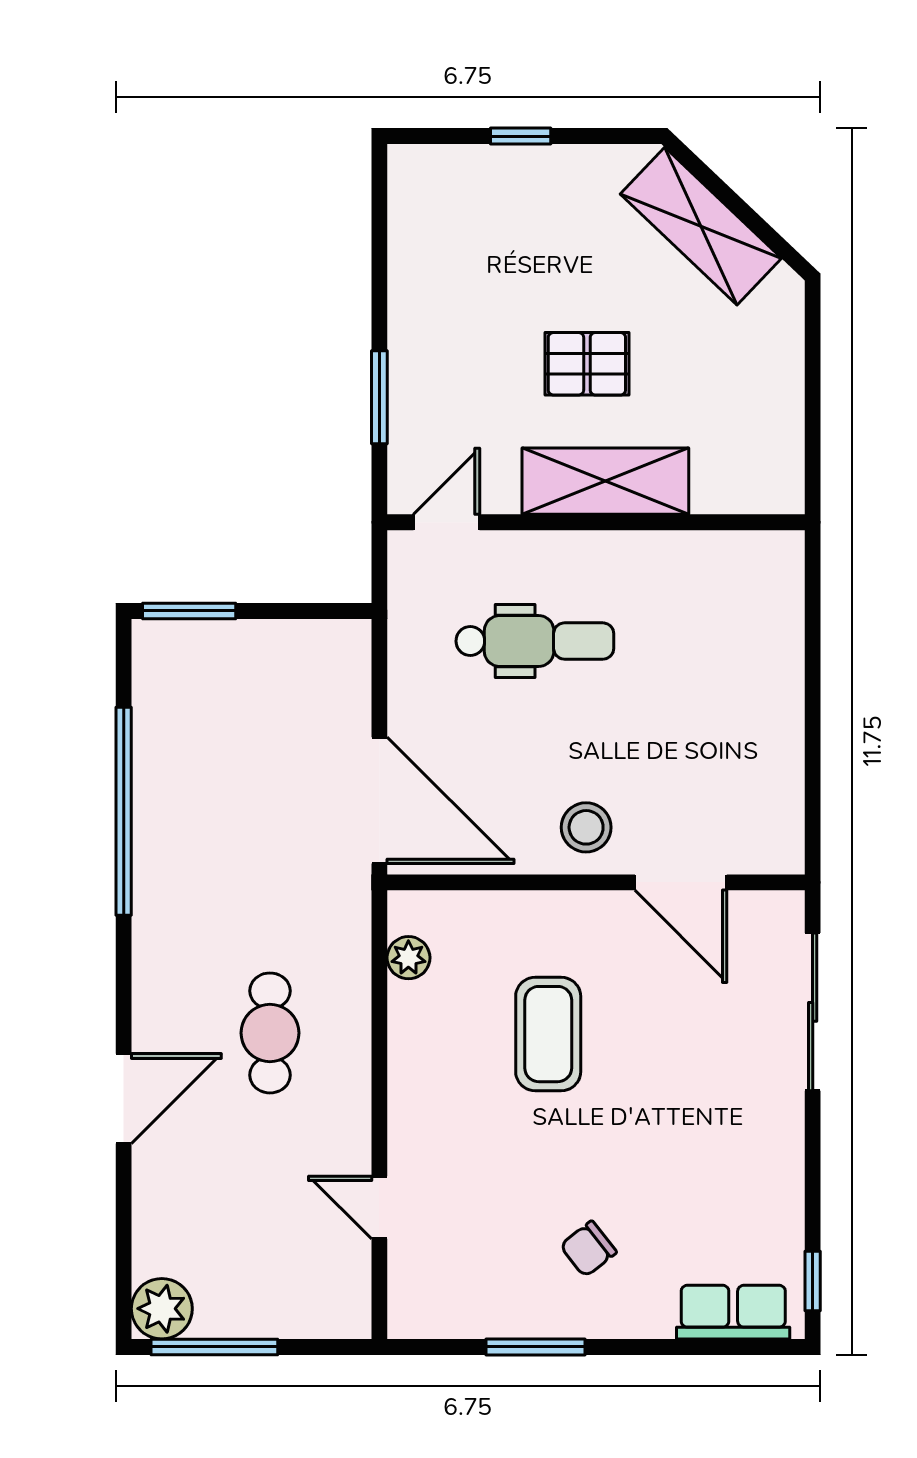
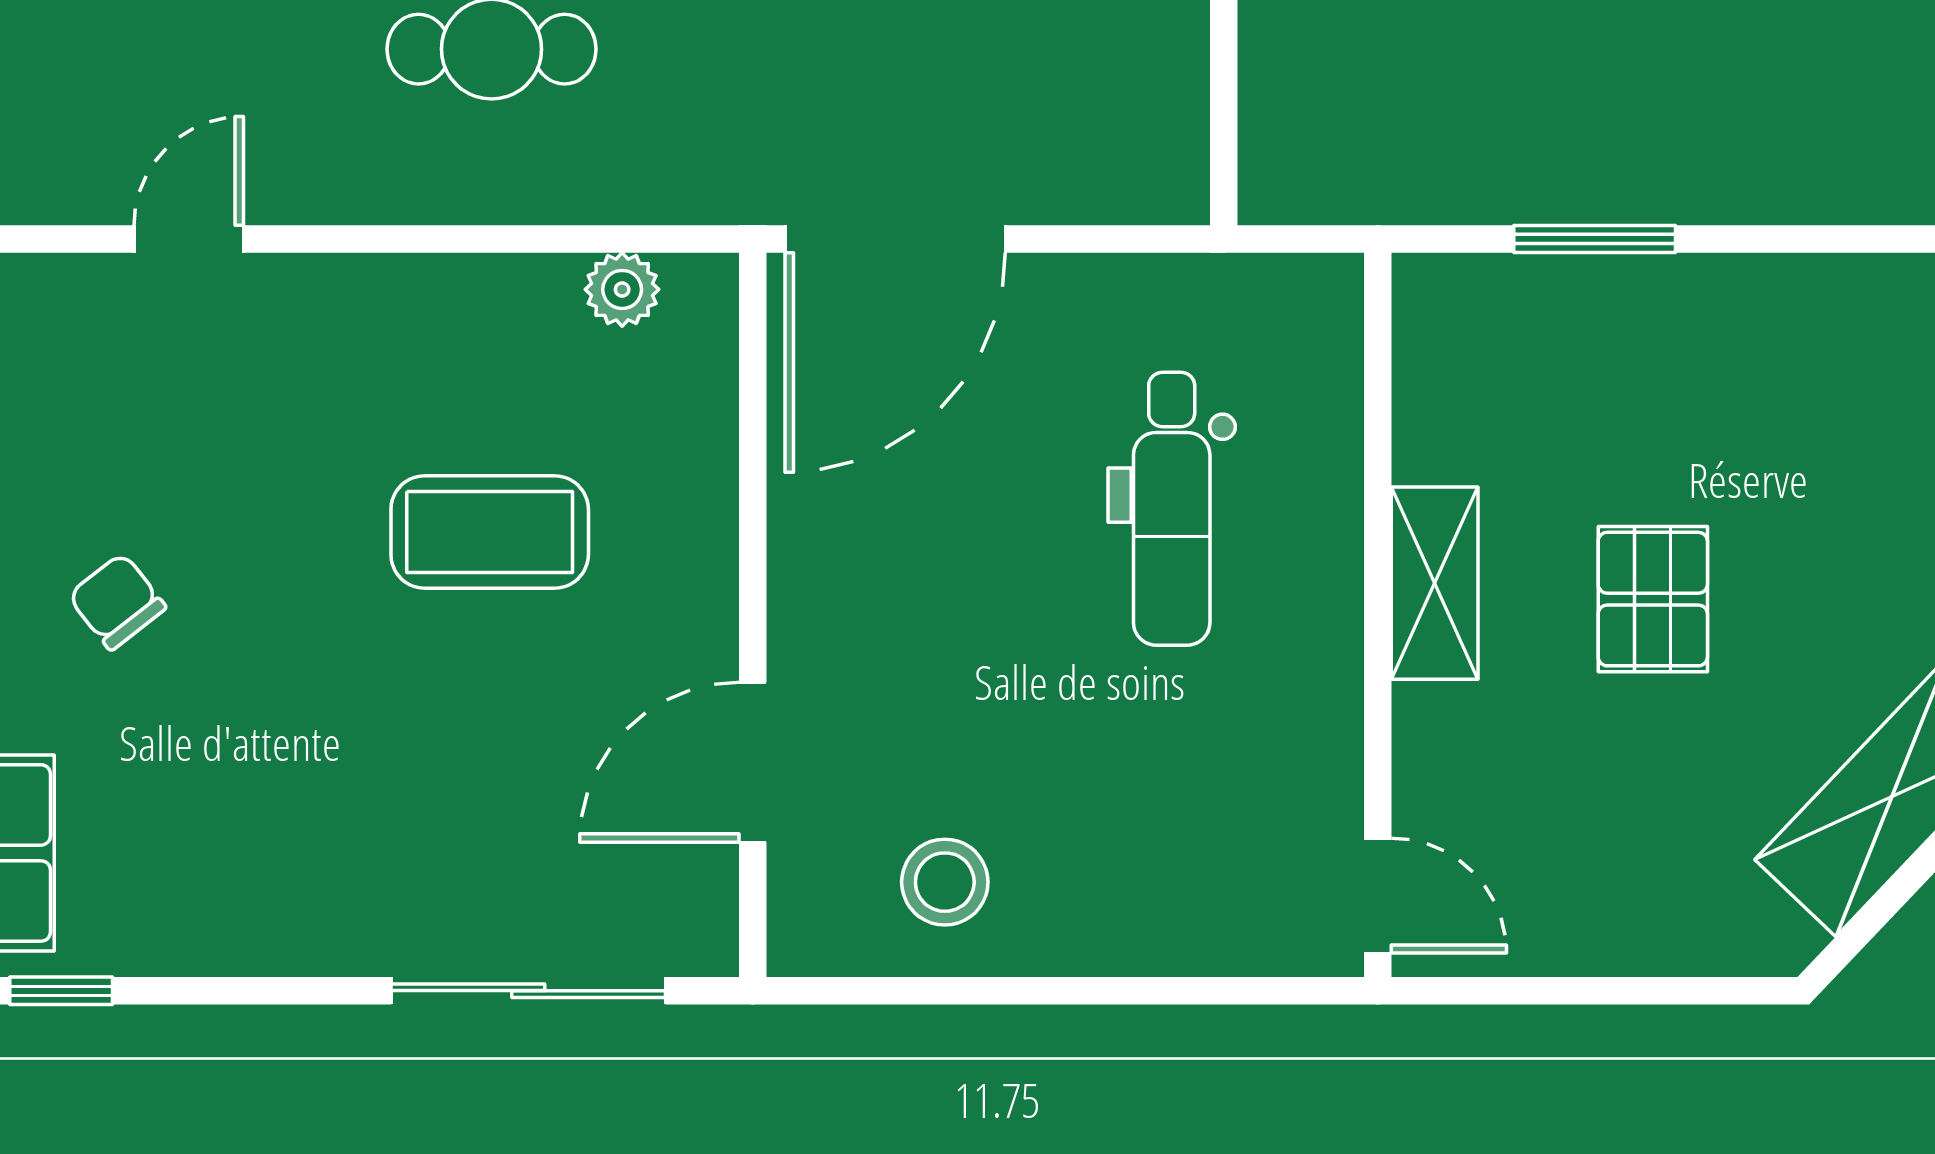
shelving: (605, 481) -> (1435, 583), width x0.67, depth x0.75
door: (446, 522) -> (1378, 896), moved
stool: (586, 827) -> (945, 882), moved

